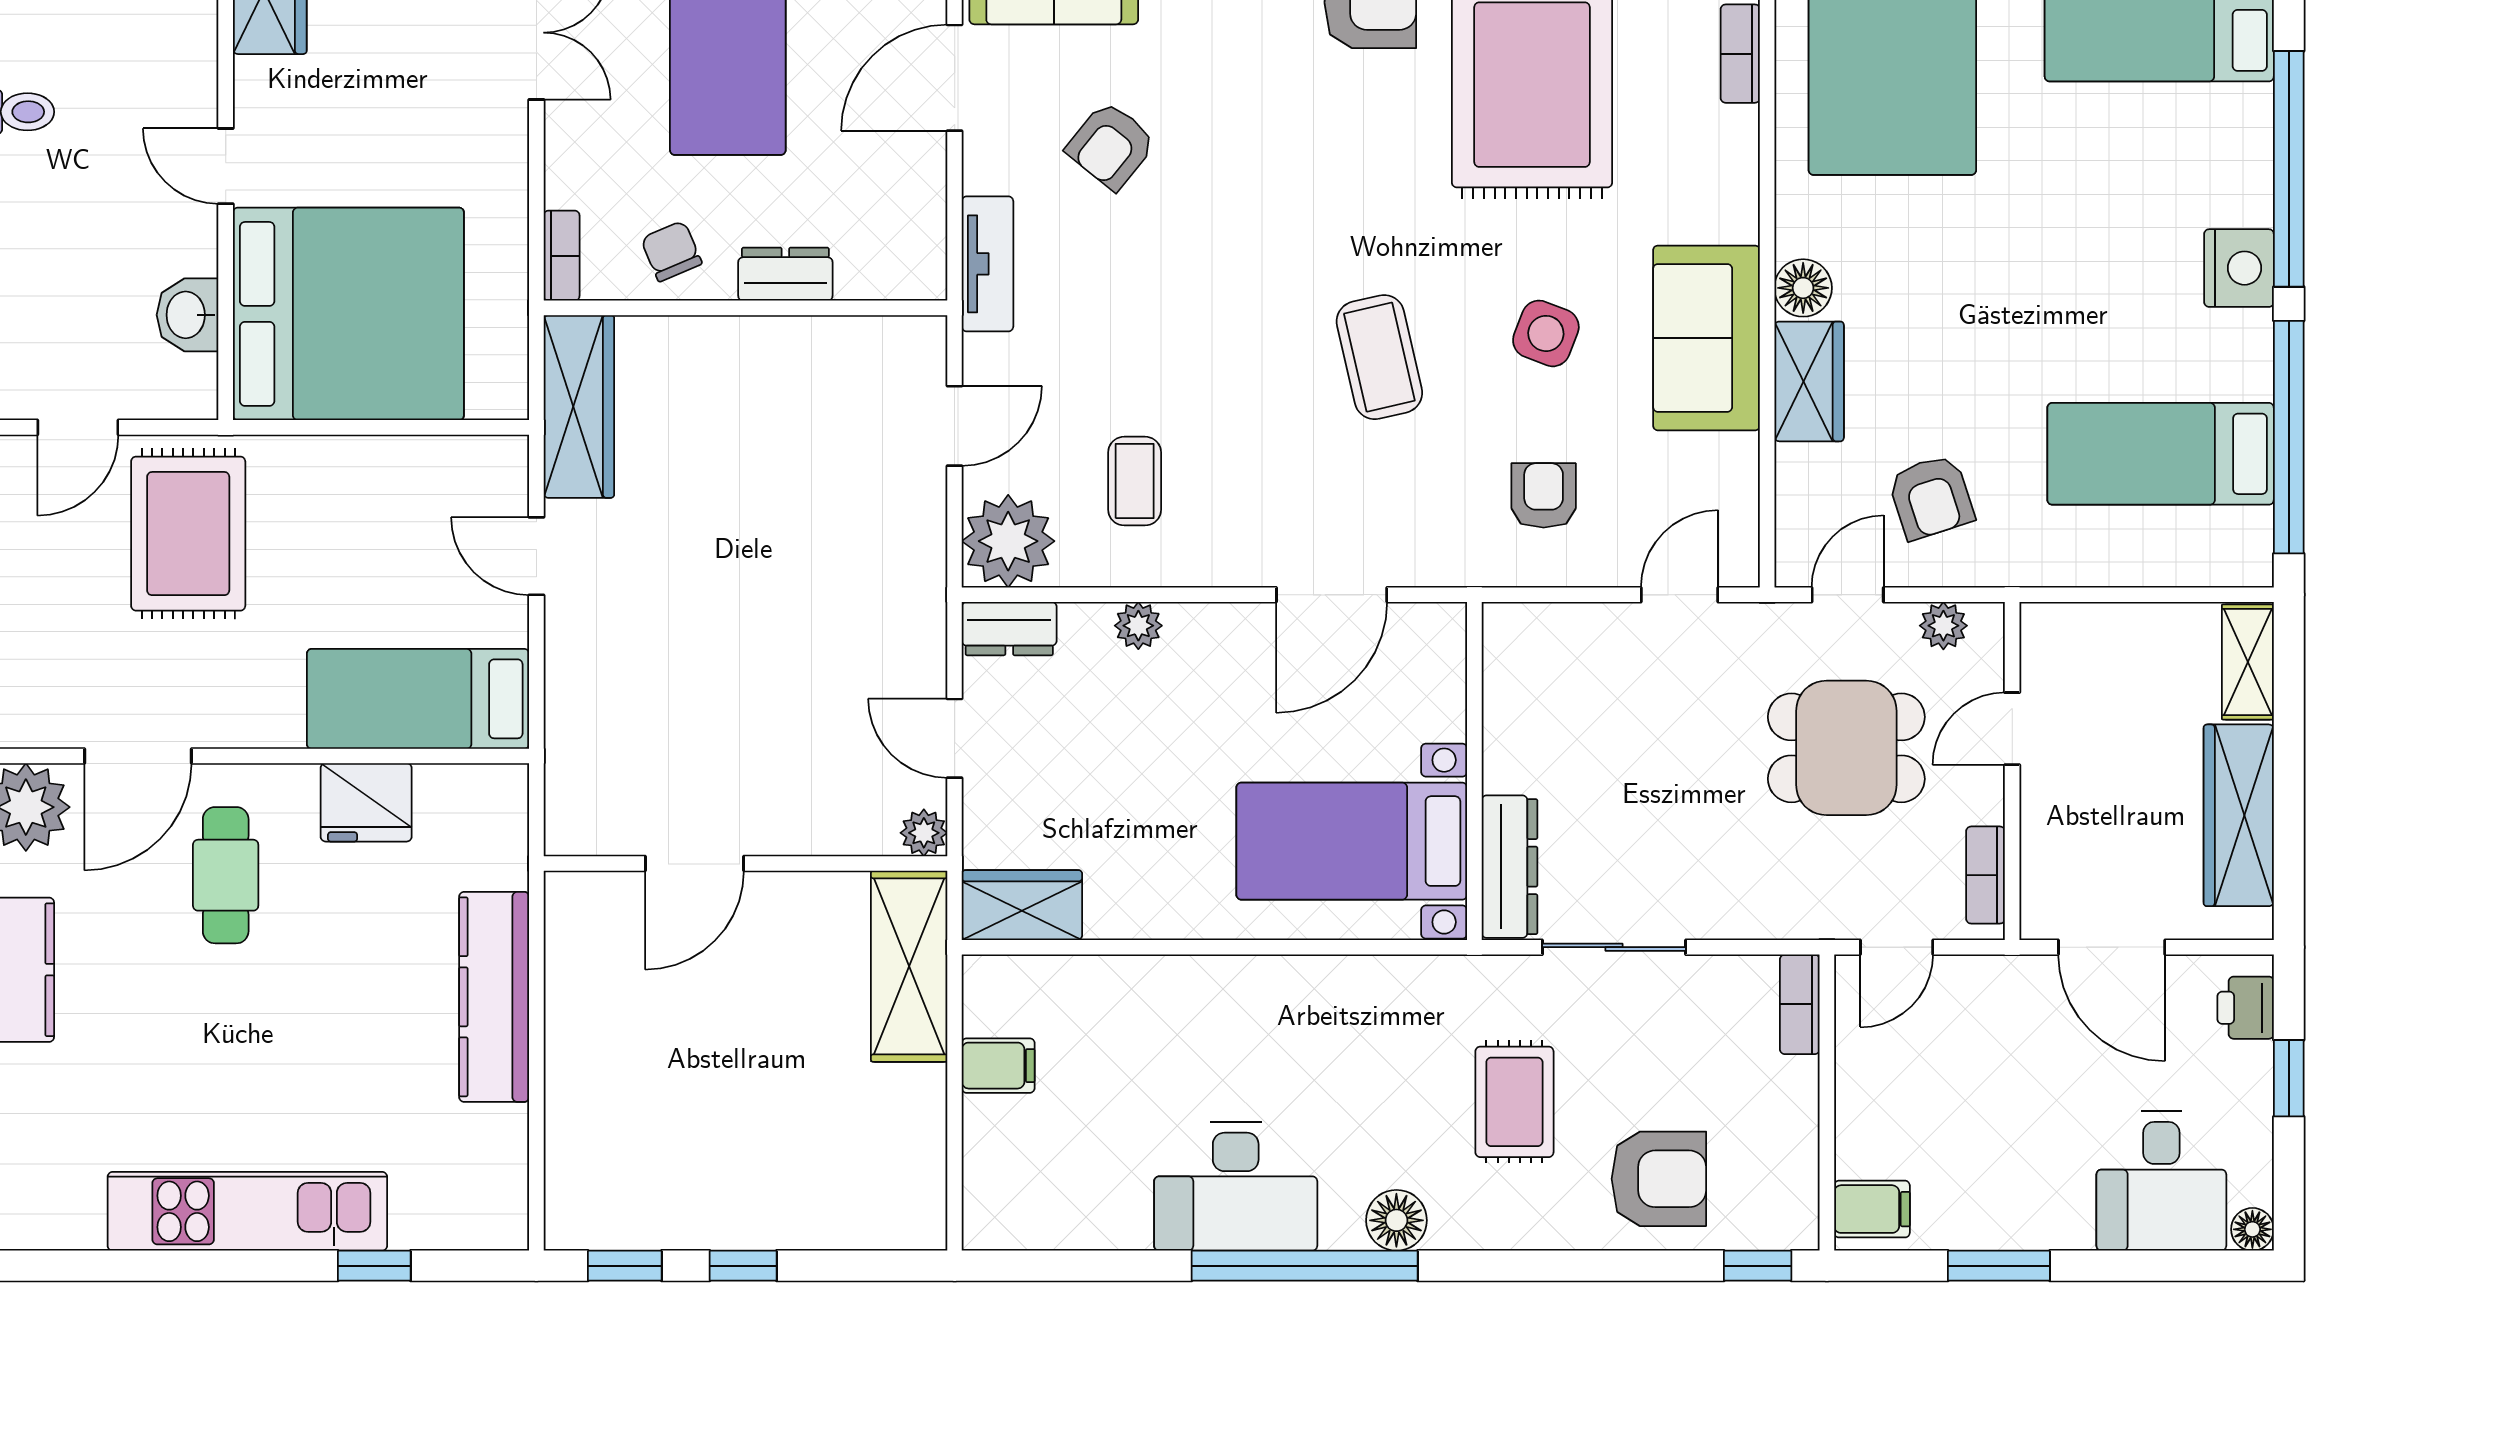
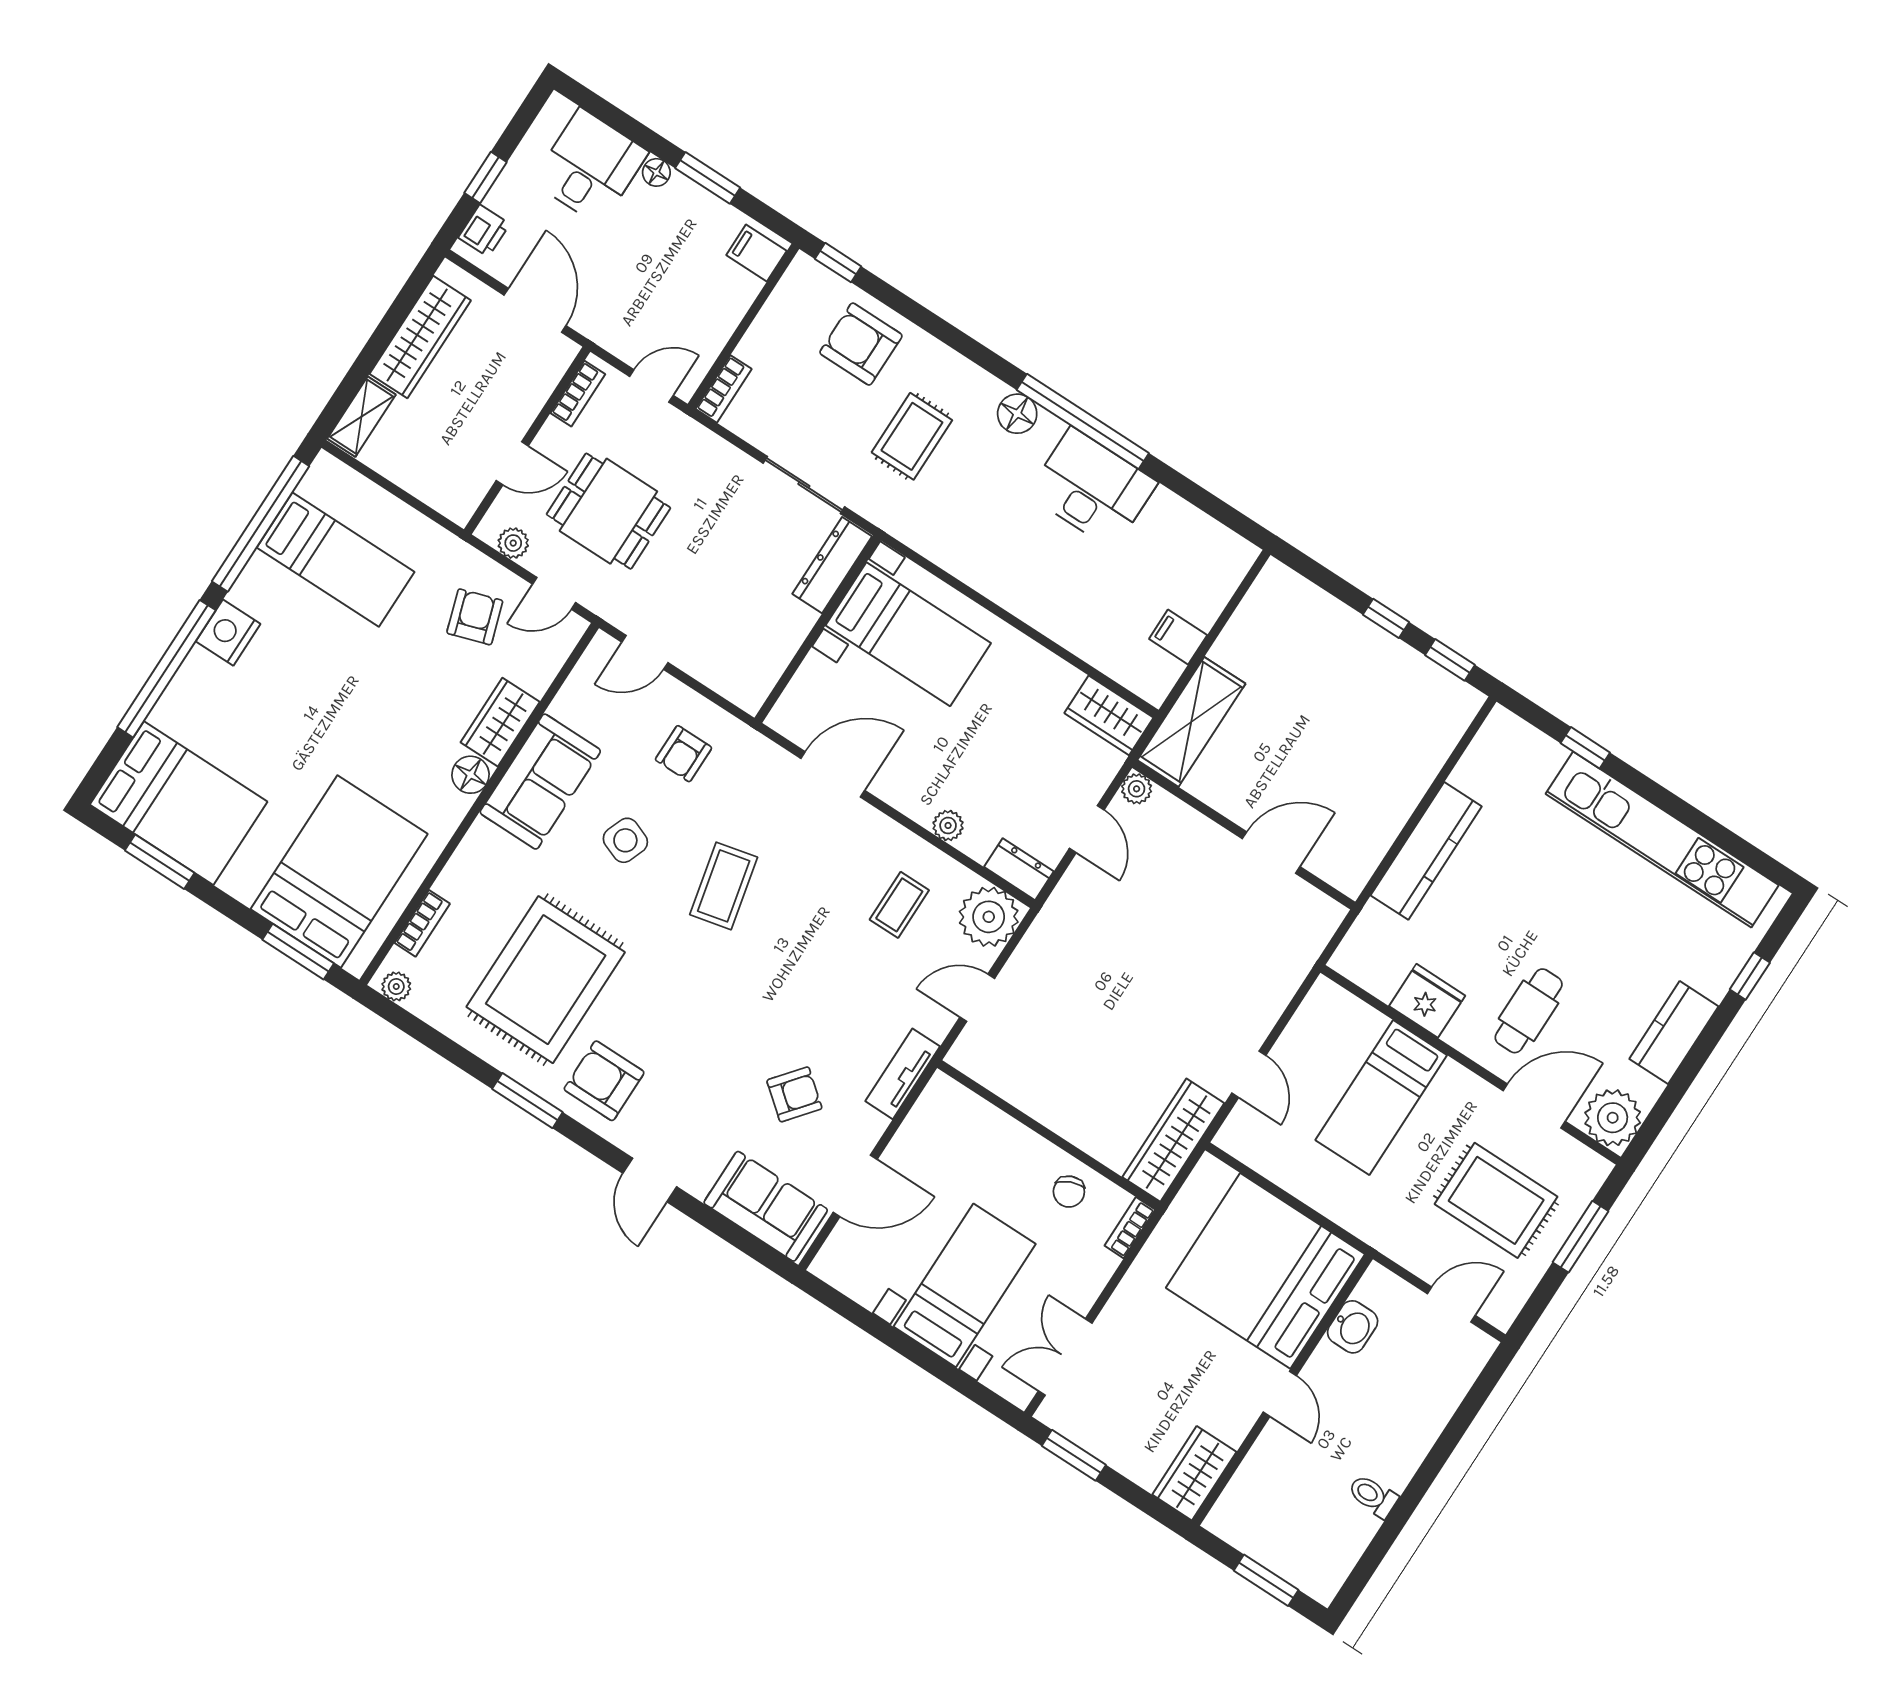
dresser: (785, 274) -> (1015, 1139), removed
rug: (188, 534) -> (1496, 1200), moved, turned 90
bed: (418, 699) -> (1381, 1098), moved, turned 90
kitchen unit: (247, 1211) -> (1662, 839), width x1.36
floor lamp: (2252, 1229) -> (656, 172), moved

